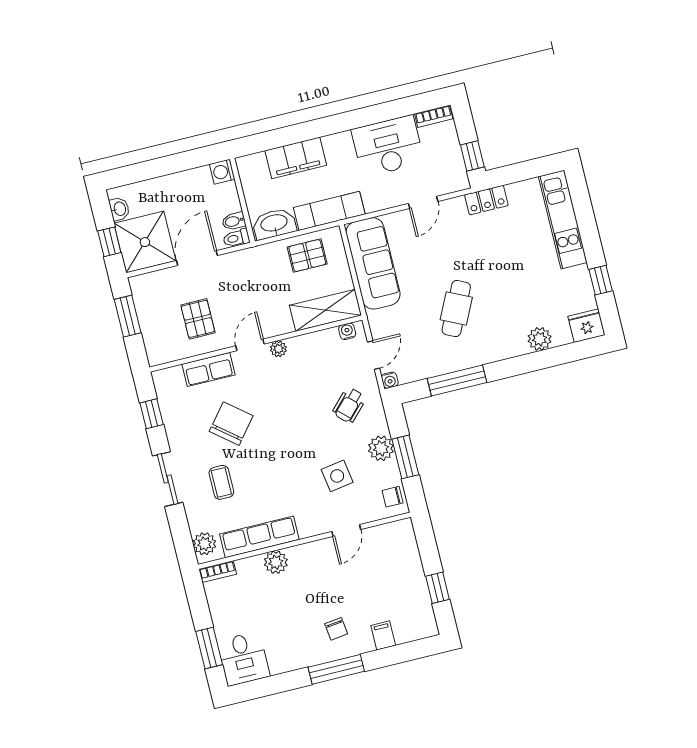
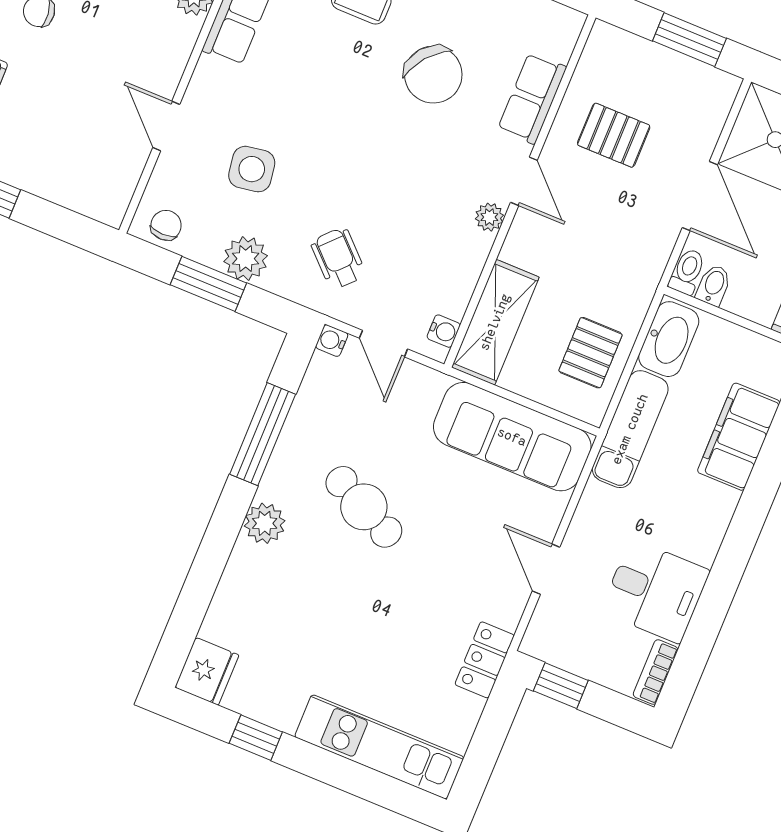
desk: (388, 146) -> (655, 591), width x0.73
plant: (540, 339) -> (265, 523), moved

